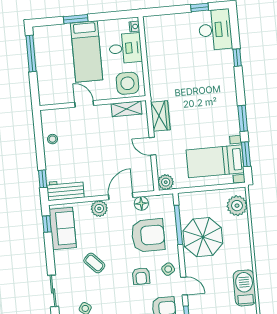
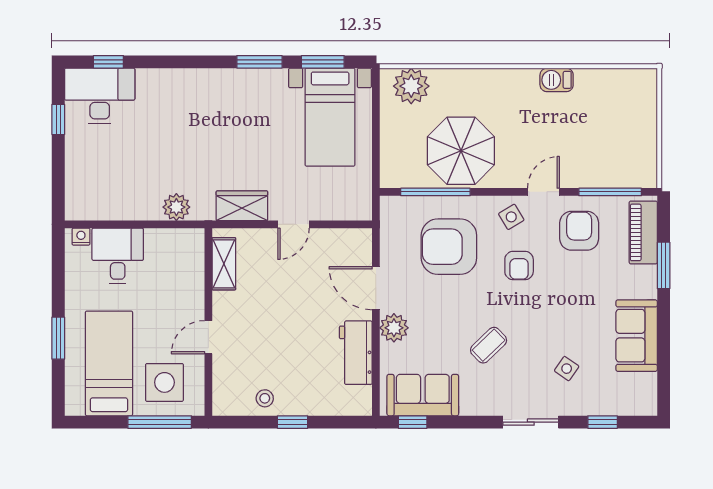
bed: (87, 51) -> (109, 363), moved, turned -90
window: (31, 53) -> (160, 422), moved
window: (237, 58) -> (108, 62), moved
side table: (127, 83) -> (164, 382), moved
window: (43, 179) -> (293, 422), moved
plant: (166, 182) -> (176, 207), moved
workbench: (65, 190) -> (356, 353), moved
floor lamp: (141, 203) -> (392, 253), removed
armchair: (148, 235) -> (449, 247), turned -90
armchair: (141, 276) -> (519, 265), turned 90
barbecue: (245, 288) -> (557, 80), width x0.53, depth x0.65

